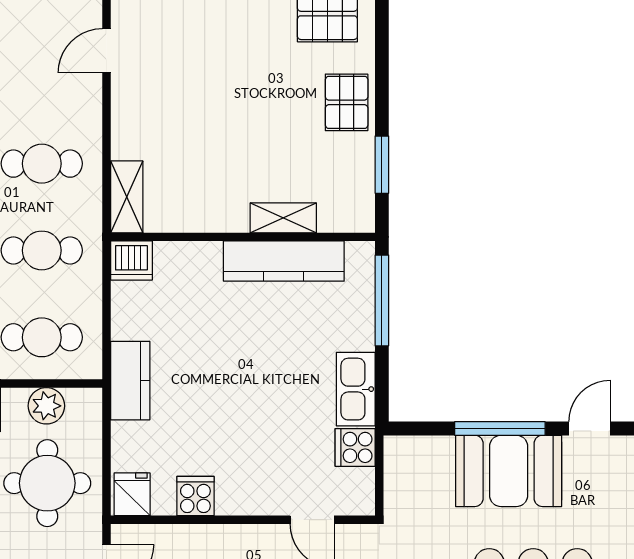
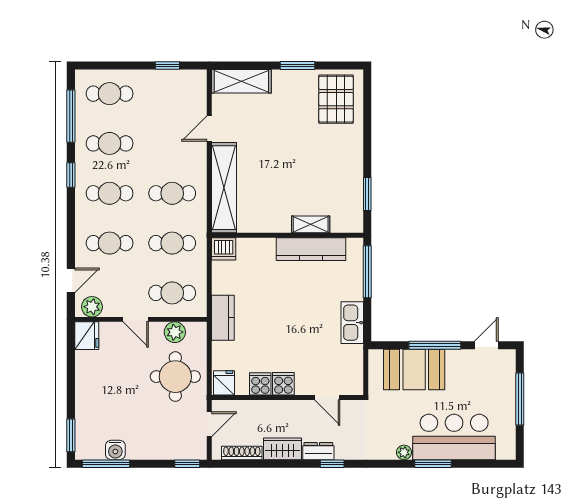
pallet: (347, 102) -> (347, 158), removed
shelving: (127, 197) -> (224, 188), width x2.20, depth x1.33
cooker: (355, 447) -> (283, 384), moved, turned 90
booth: (509, 471) -> (414, 370), moved

